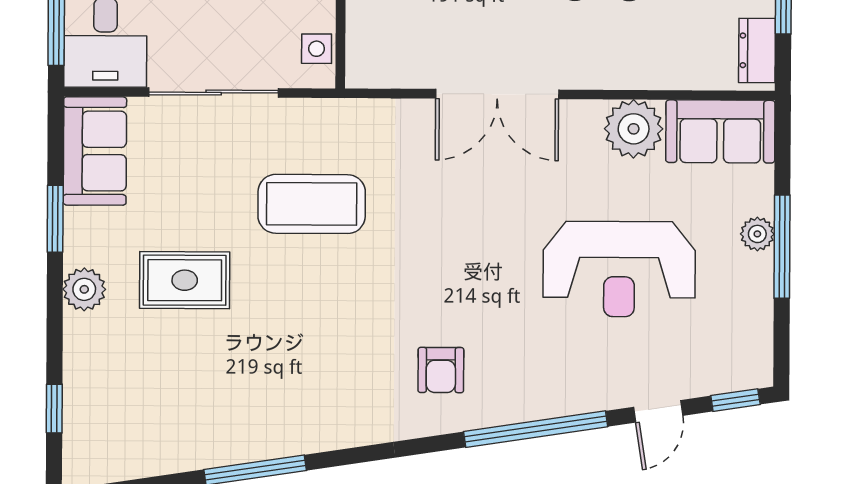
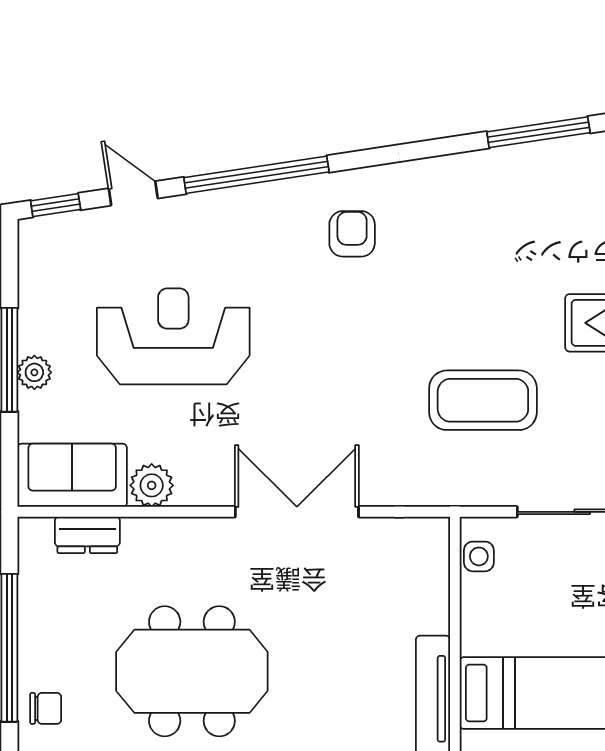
dresser: (757, 50) -> (87, 535), moved, turned 90
plant: (634, 129) -> (152, 485), width x0.73, depth x0.73
door: (658, 411) -> (133, 193), hinge flipped

